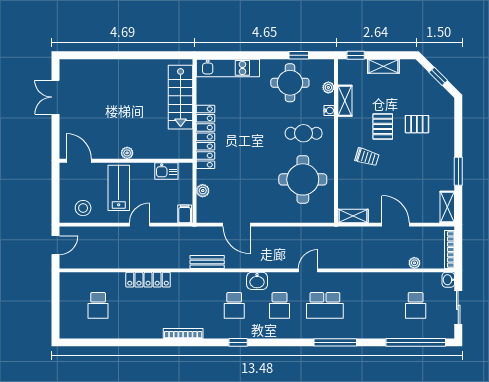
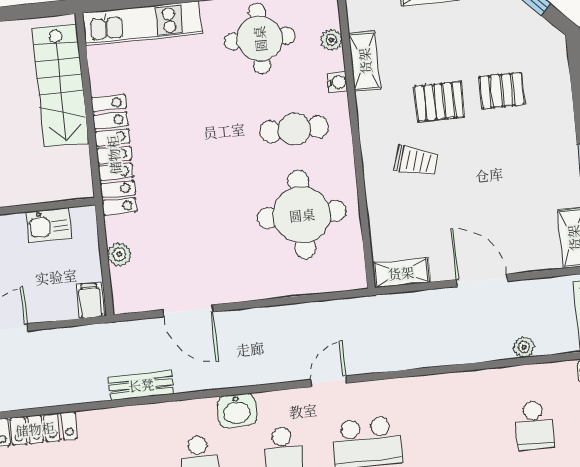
pallet: (383, 126) -> (439, 102), turned 90

